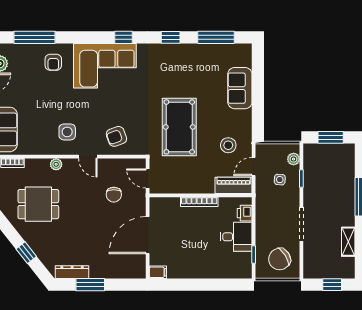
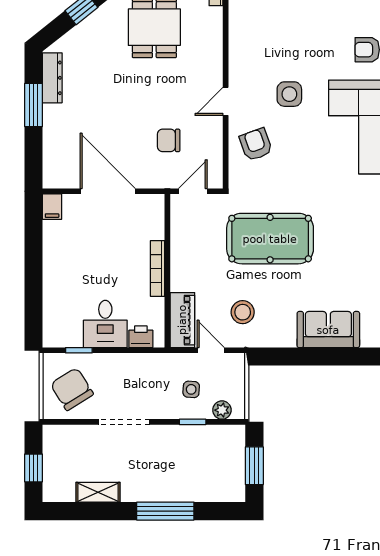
side table: (67, 132) -> (289, 94), moved
plant: (56, 164) -> (214, 54), removed

